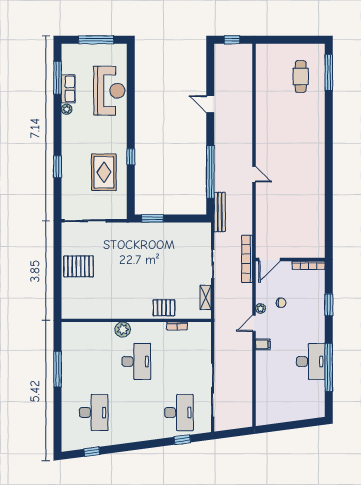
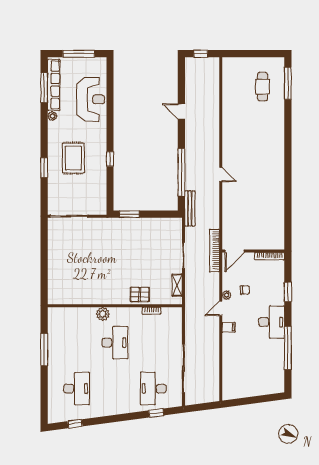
row of seats: (68, 89) -> (54, 85), width x2.02
rug: (104, 172) -> (73, 158), moved
pallet: (78, 266) -> (63, 257), removed
desk: (311, 361) -> (272, 322), moved
desk: (179, 413) -> (153, 389), turned 180

